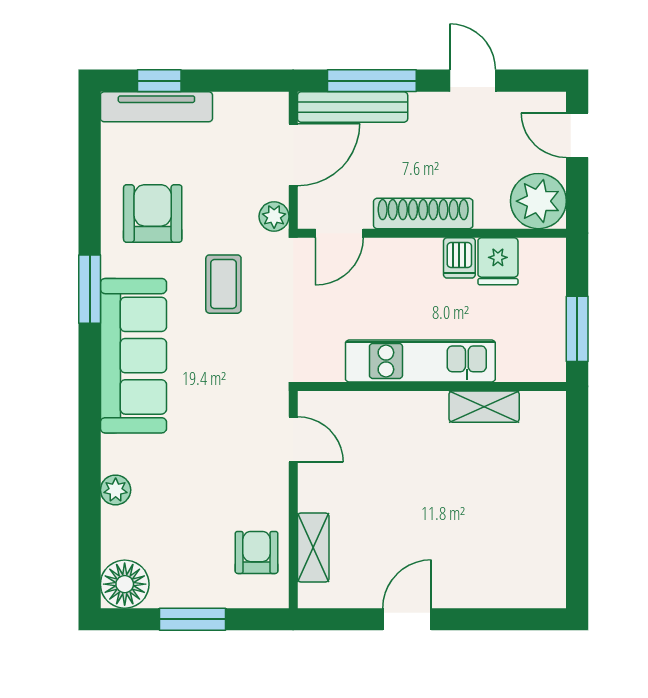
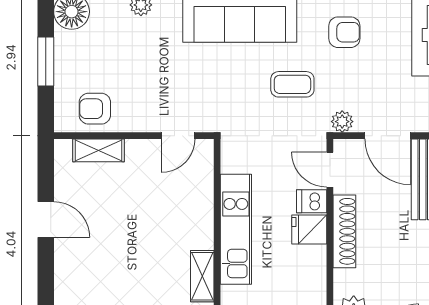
armchair: (153, 214) -> (344, 32), width x0.72, depth x0.72
dishwasher: (459, 258) -> (312, 201), moved
fridge: (498, 261) -> (309, 230), moved
armchair: (257, 552) -> (95, 109), turned 180

